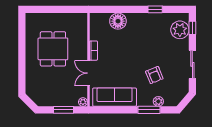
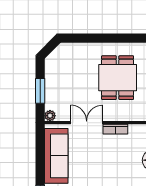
dining table: (53, 49) -> (118, 78), turned 90

